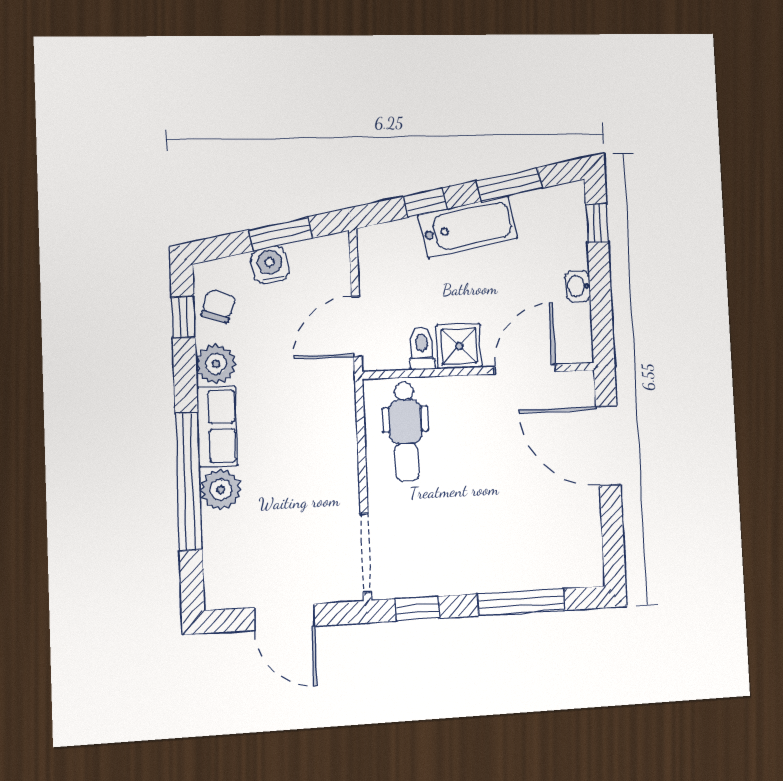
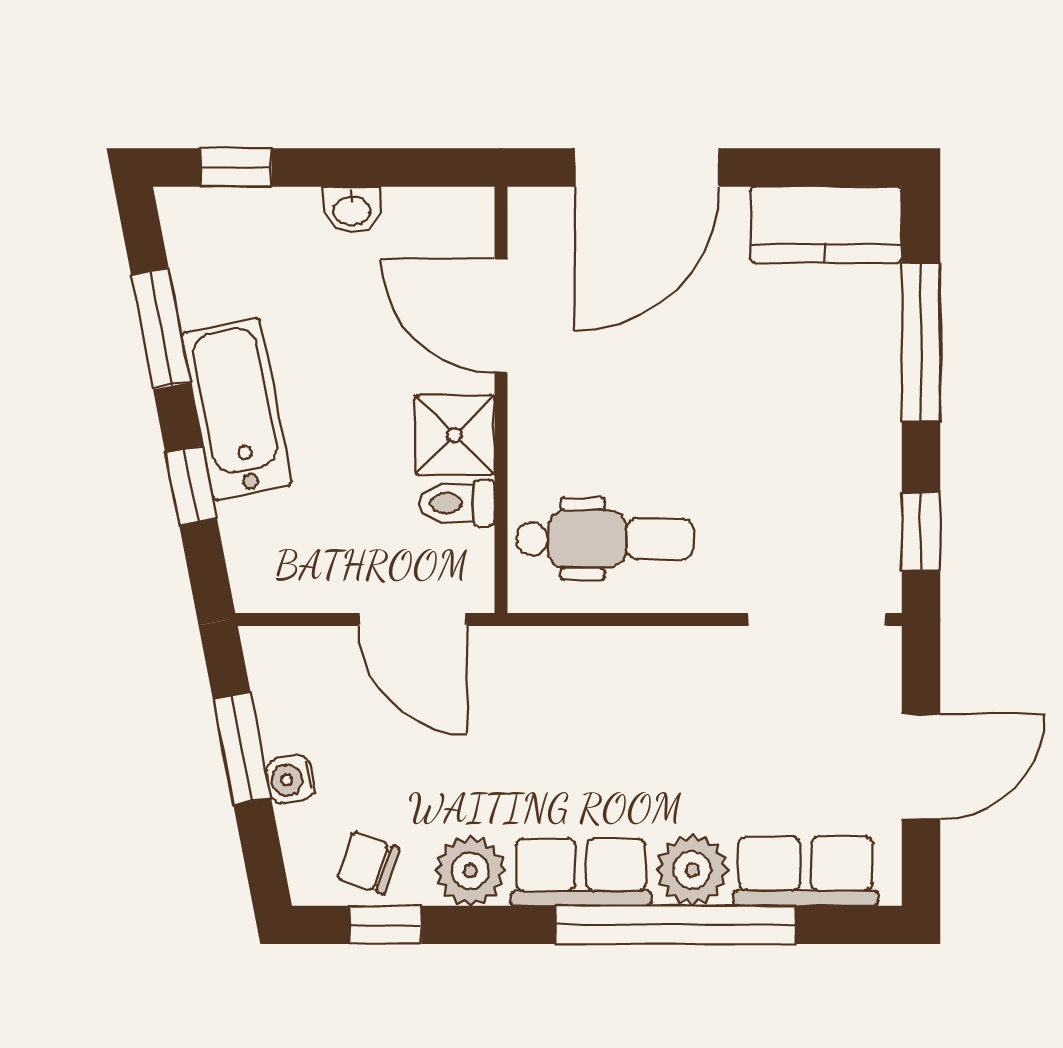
water cooler: (270, 265) -> (290, 779), width x0.72, depth x0.72
kitchen counter: (583, 546) -> (826, 225), added
row of seats: (222, 555) -> (806, 871), added

